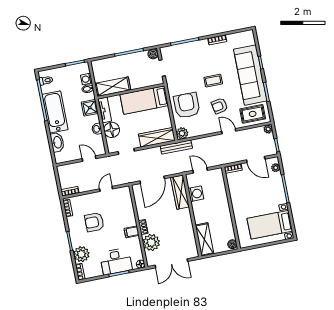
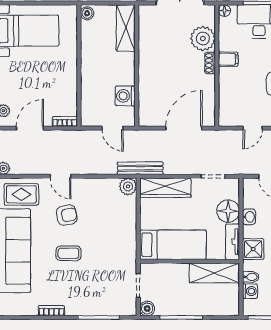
armchair: (187, 105) -> (114, 225), removed
door: (256, 160) -> (30, 128), hinge flipped
wardrobe: (180, 192) -> (148, 103), removed

